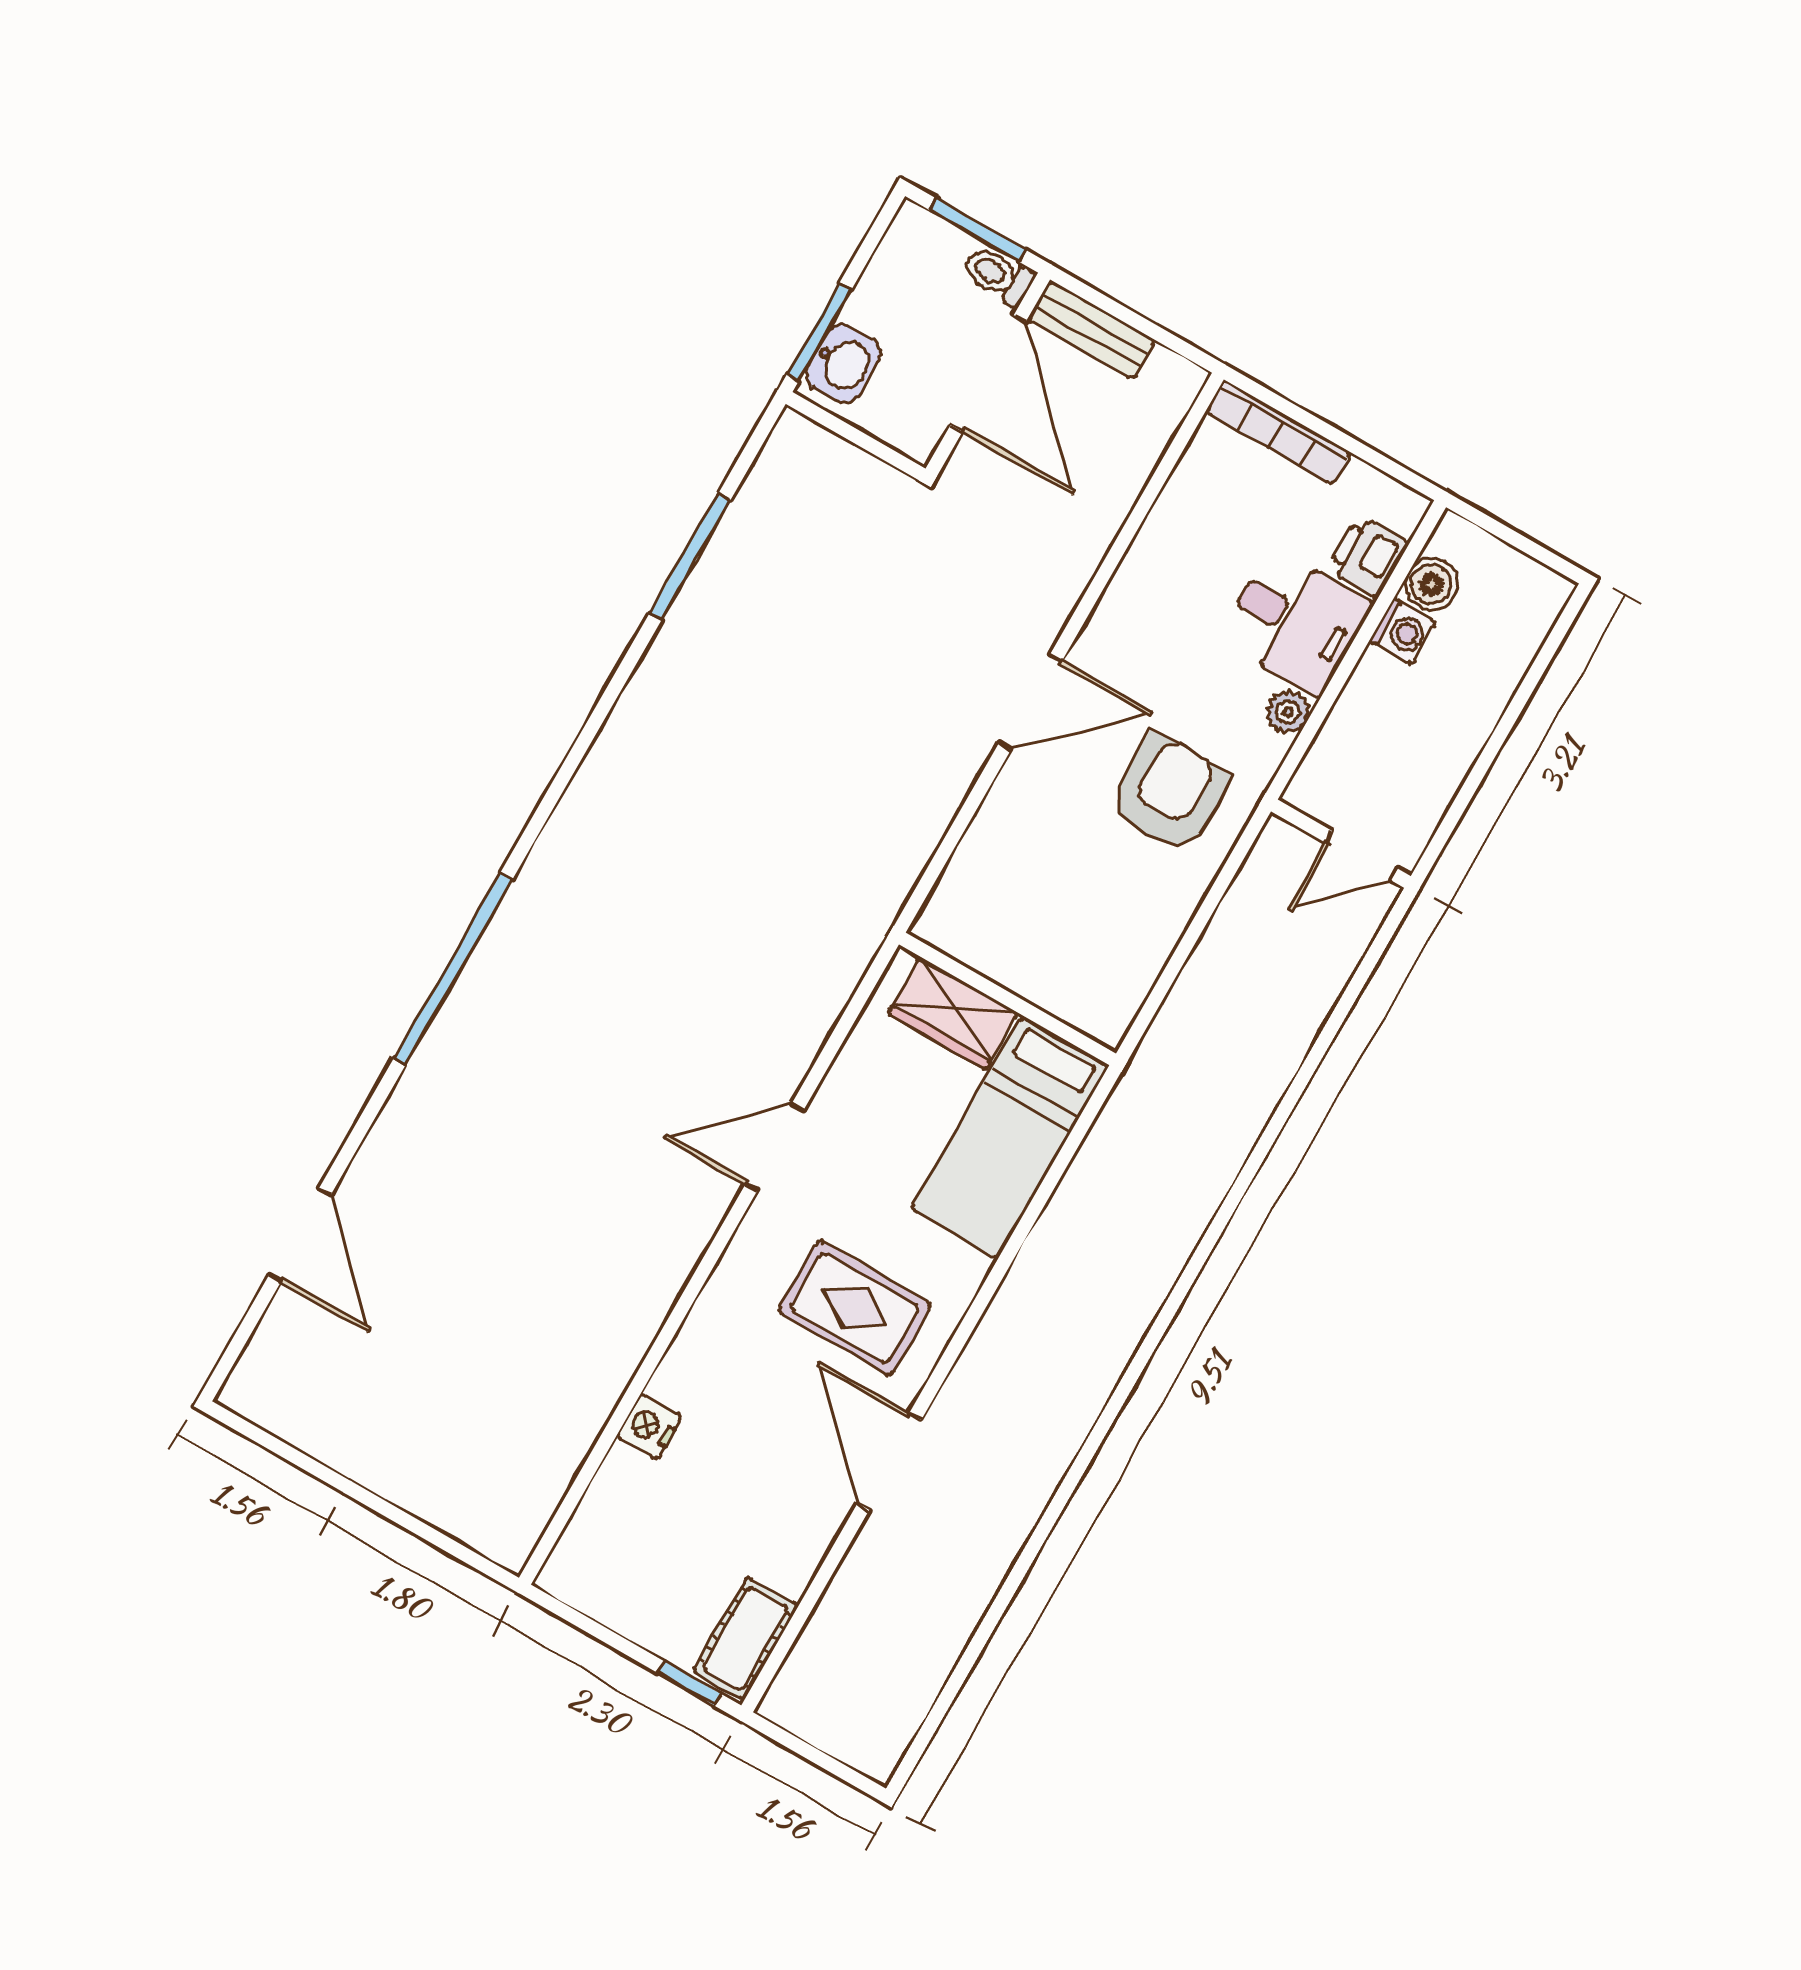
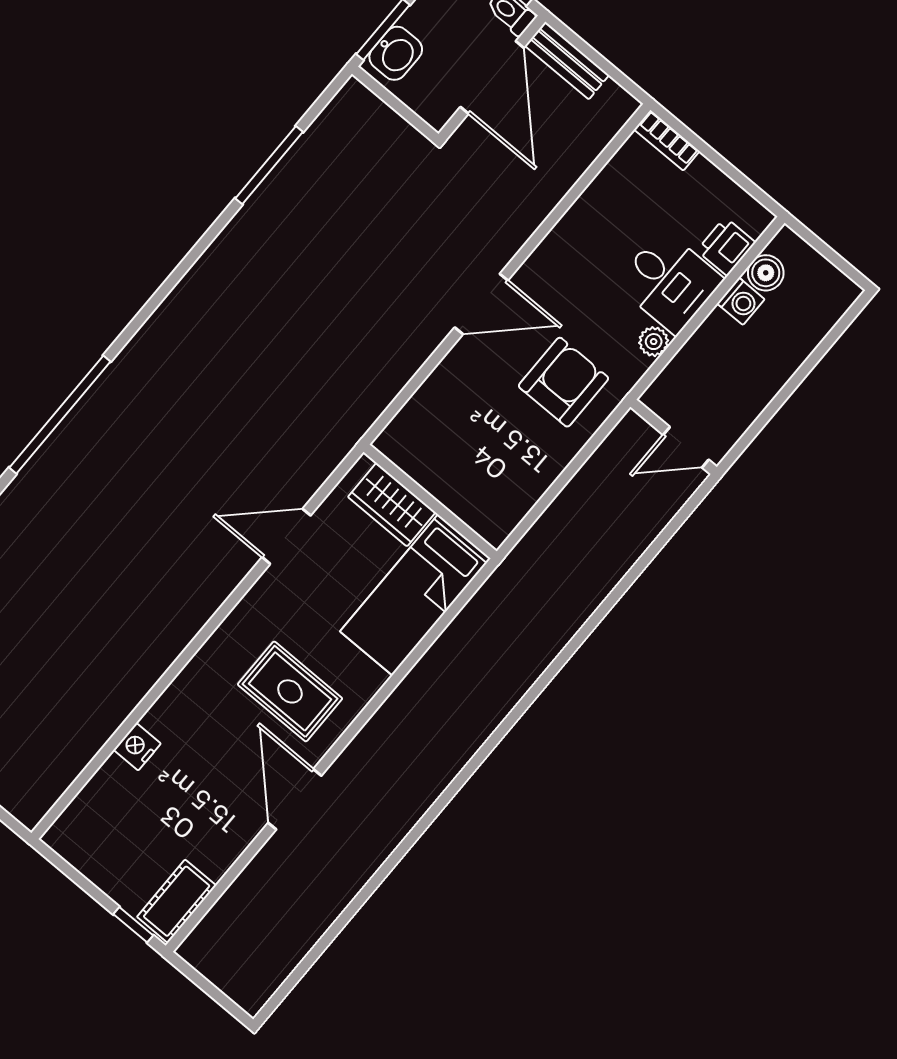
bookcase: (1278, 432) -> (667, 140), width x0.64
door: (774, 1147) -> (286, 536), moved

